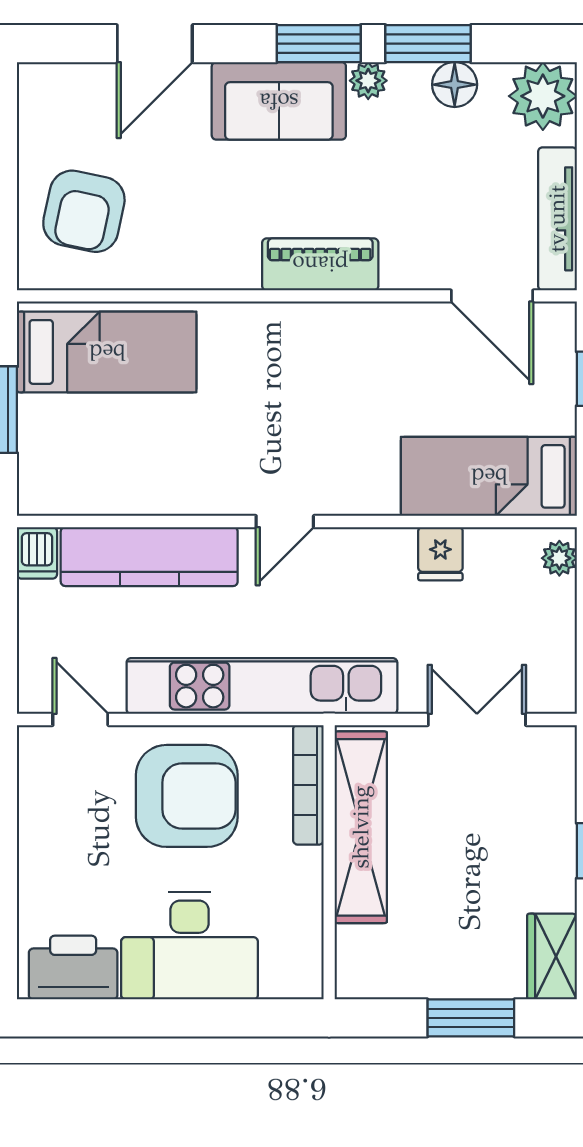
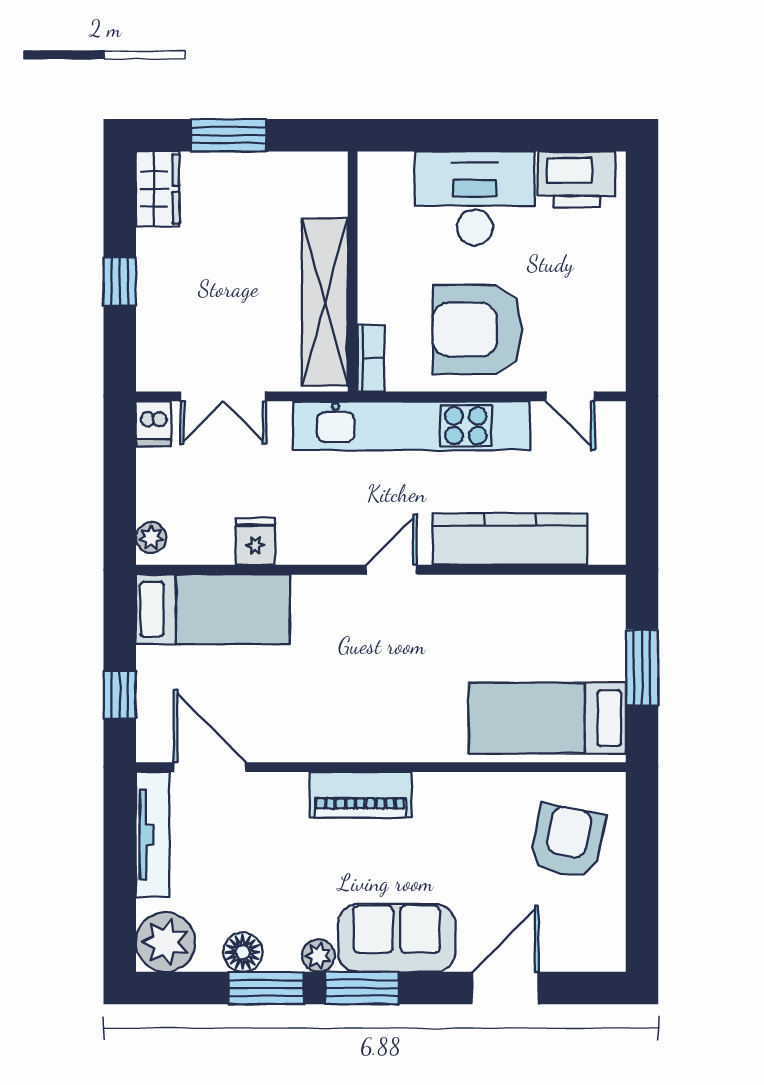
dishwasher: (37, 553) -> (153, 424), moved, turned 180
bookcase: (308, 785) -> (371, 358), width x0.64

